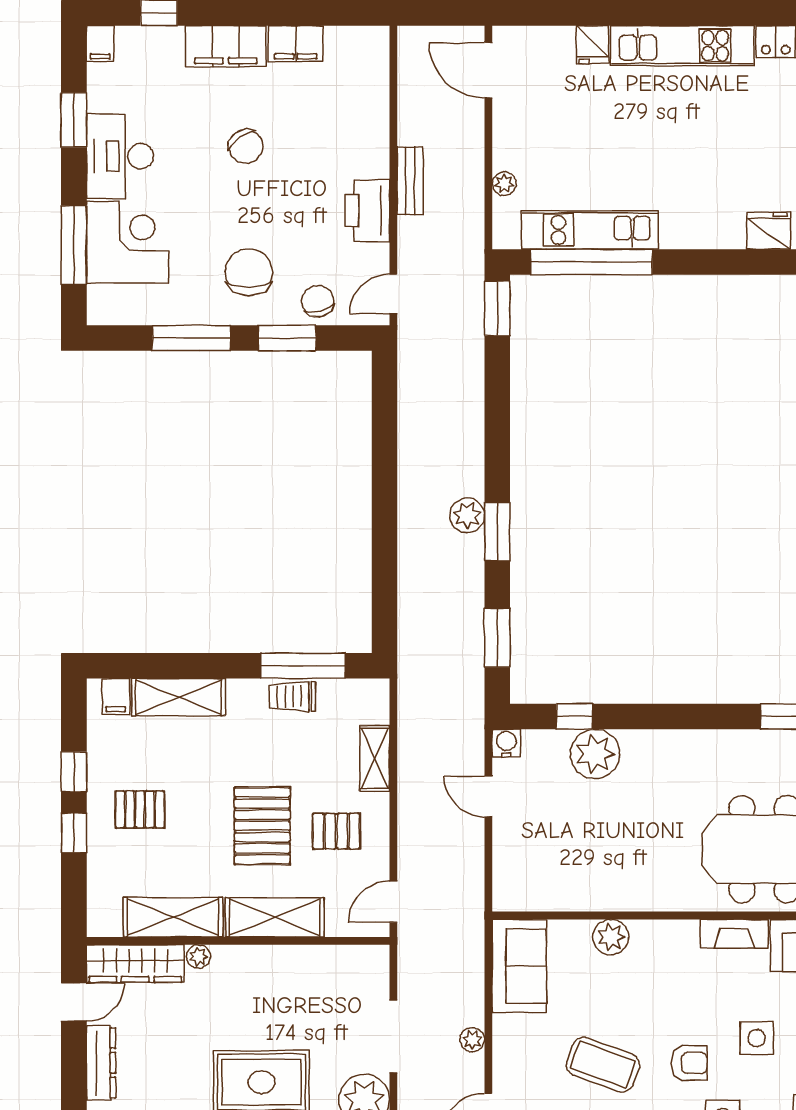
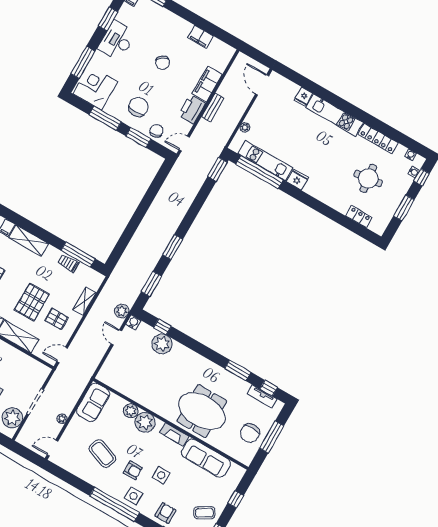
filing cabinet: (226, 46) -> (207, 84), moved, turned 90
fridge: (769, 231) -> (297, 179), moved
corner desk: (128, 242) -> (95, 88), moved, turned -90
plant: (467, 515) -> (122, 311), moved
plant: (656, 944) -> (145, 422), added

